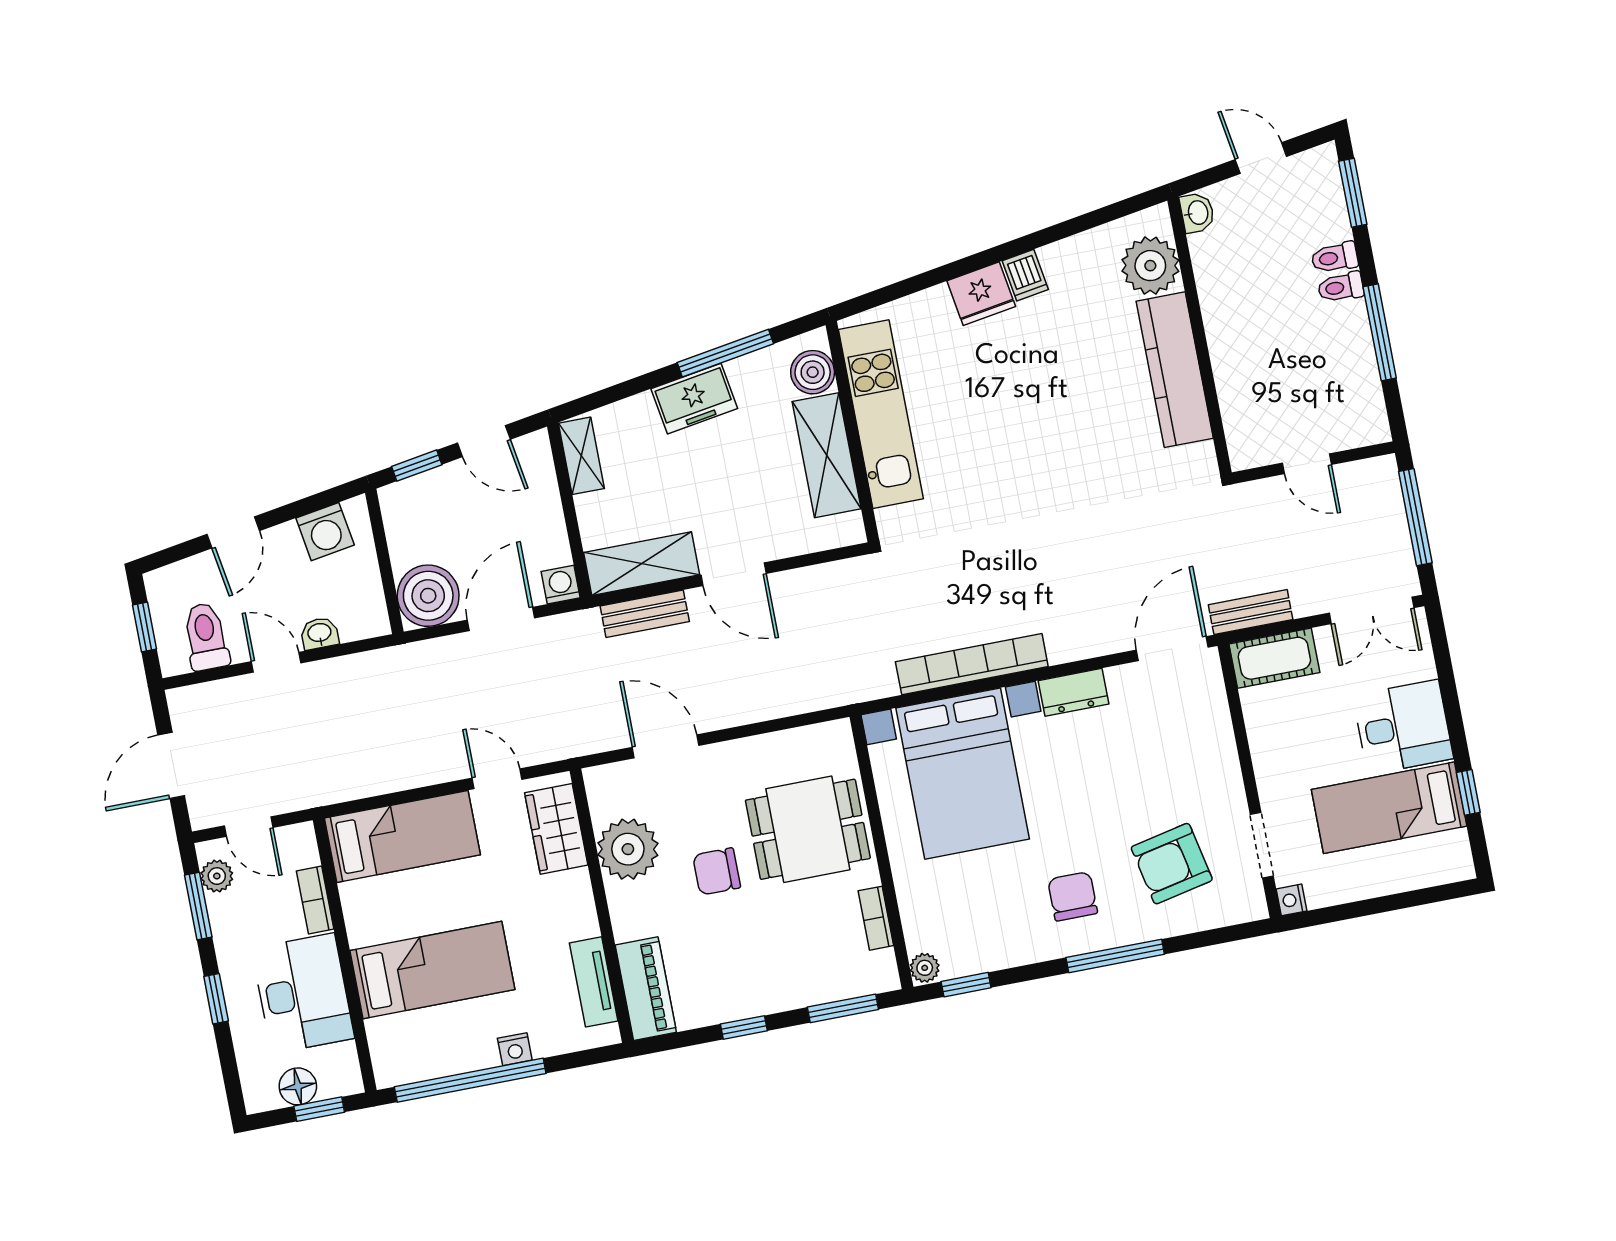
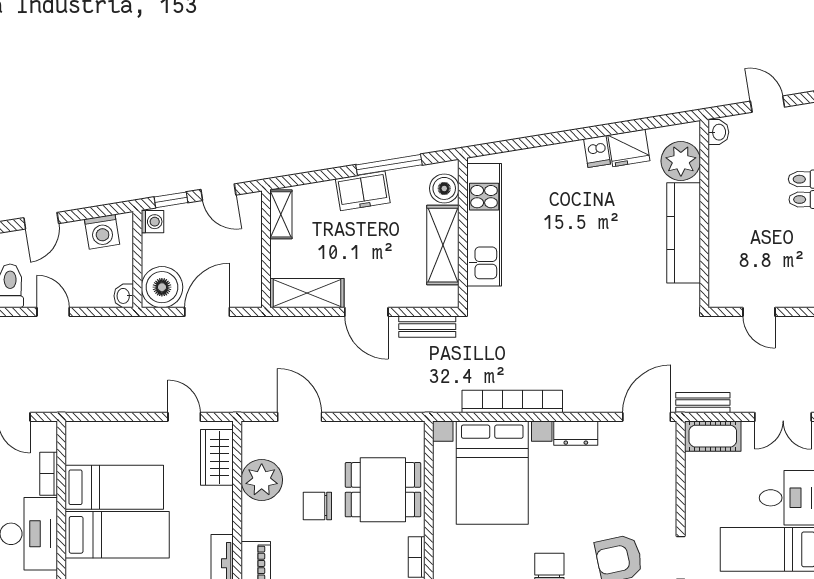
fridge: (981, 294) -> (629, 148), moved
washing machine: (561, 585) -> (152, 222), moved, turned 90
bench: (645, 614) -> (427, 327), moved
washbasin: (320, 633) -> (124, 296), moved, turned -90
bed: (402, 836) -> (114, 487), moved

